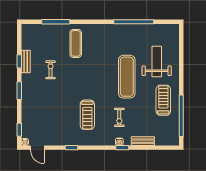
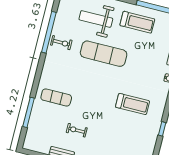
treadmill: (163, 100) -> (137, 22), turned 180
exercise bike: (119, 117) -> (61, 43), moved

